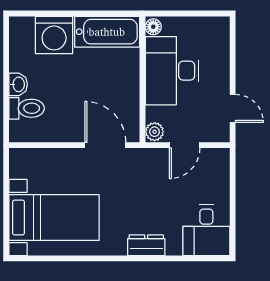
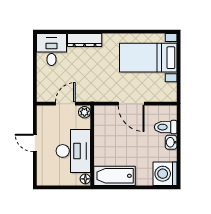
washing machine: (54, 35) -> (165, 174), moved, turned -90
door: (233, 108) -> (35, 143), moved
door: (105, 145) -> (131, 104), moved
dresser: (146, 245) -> (85, 40), width x1.44

